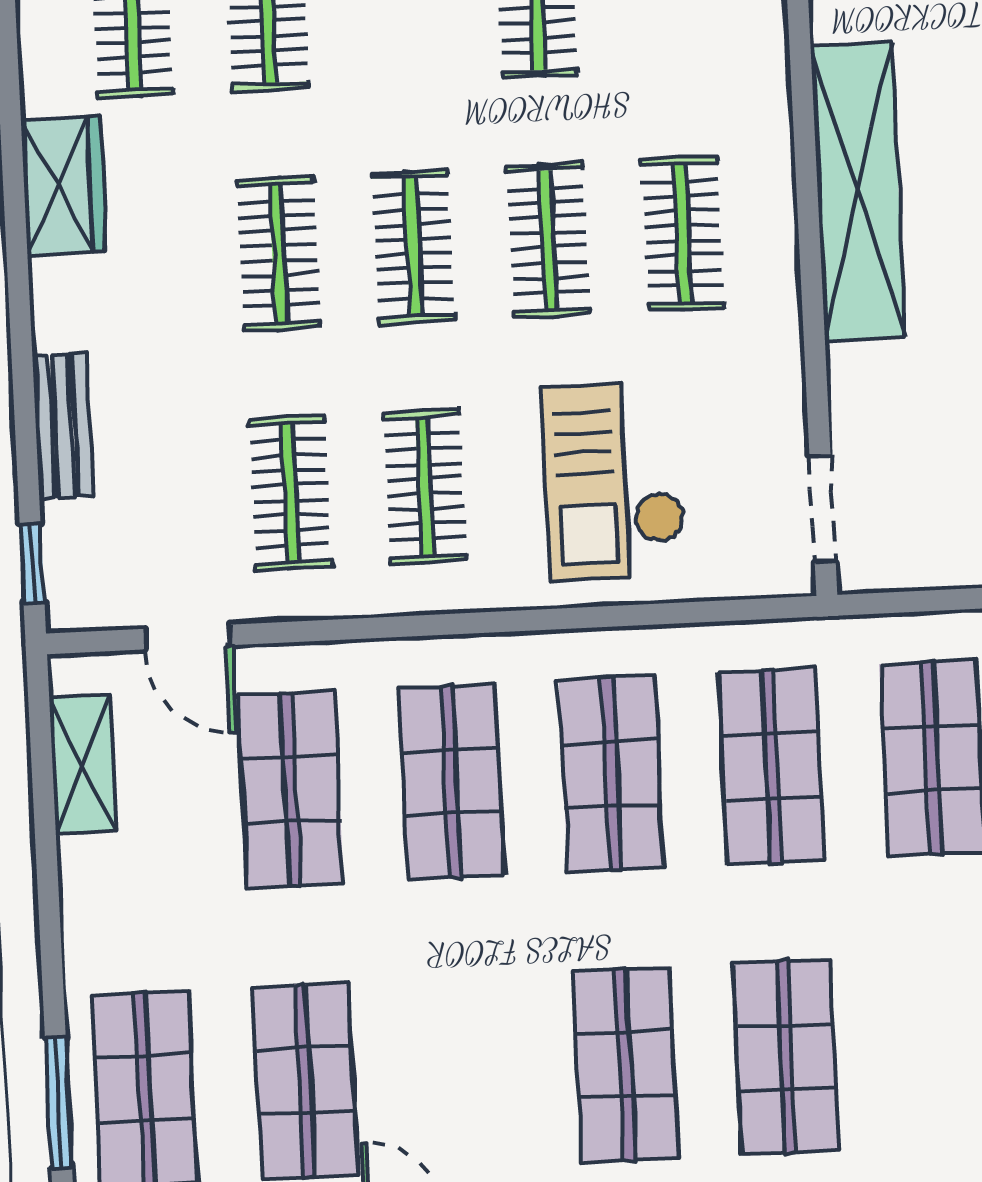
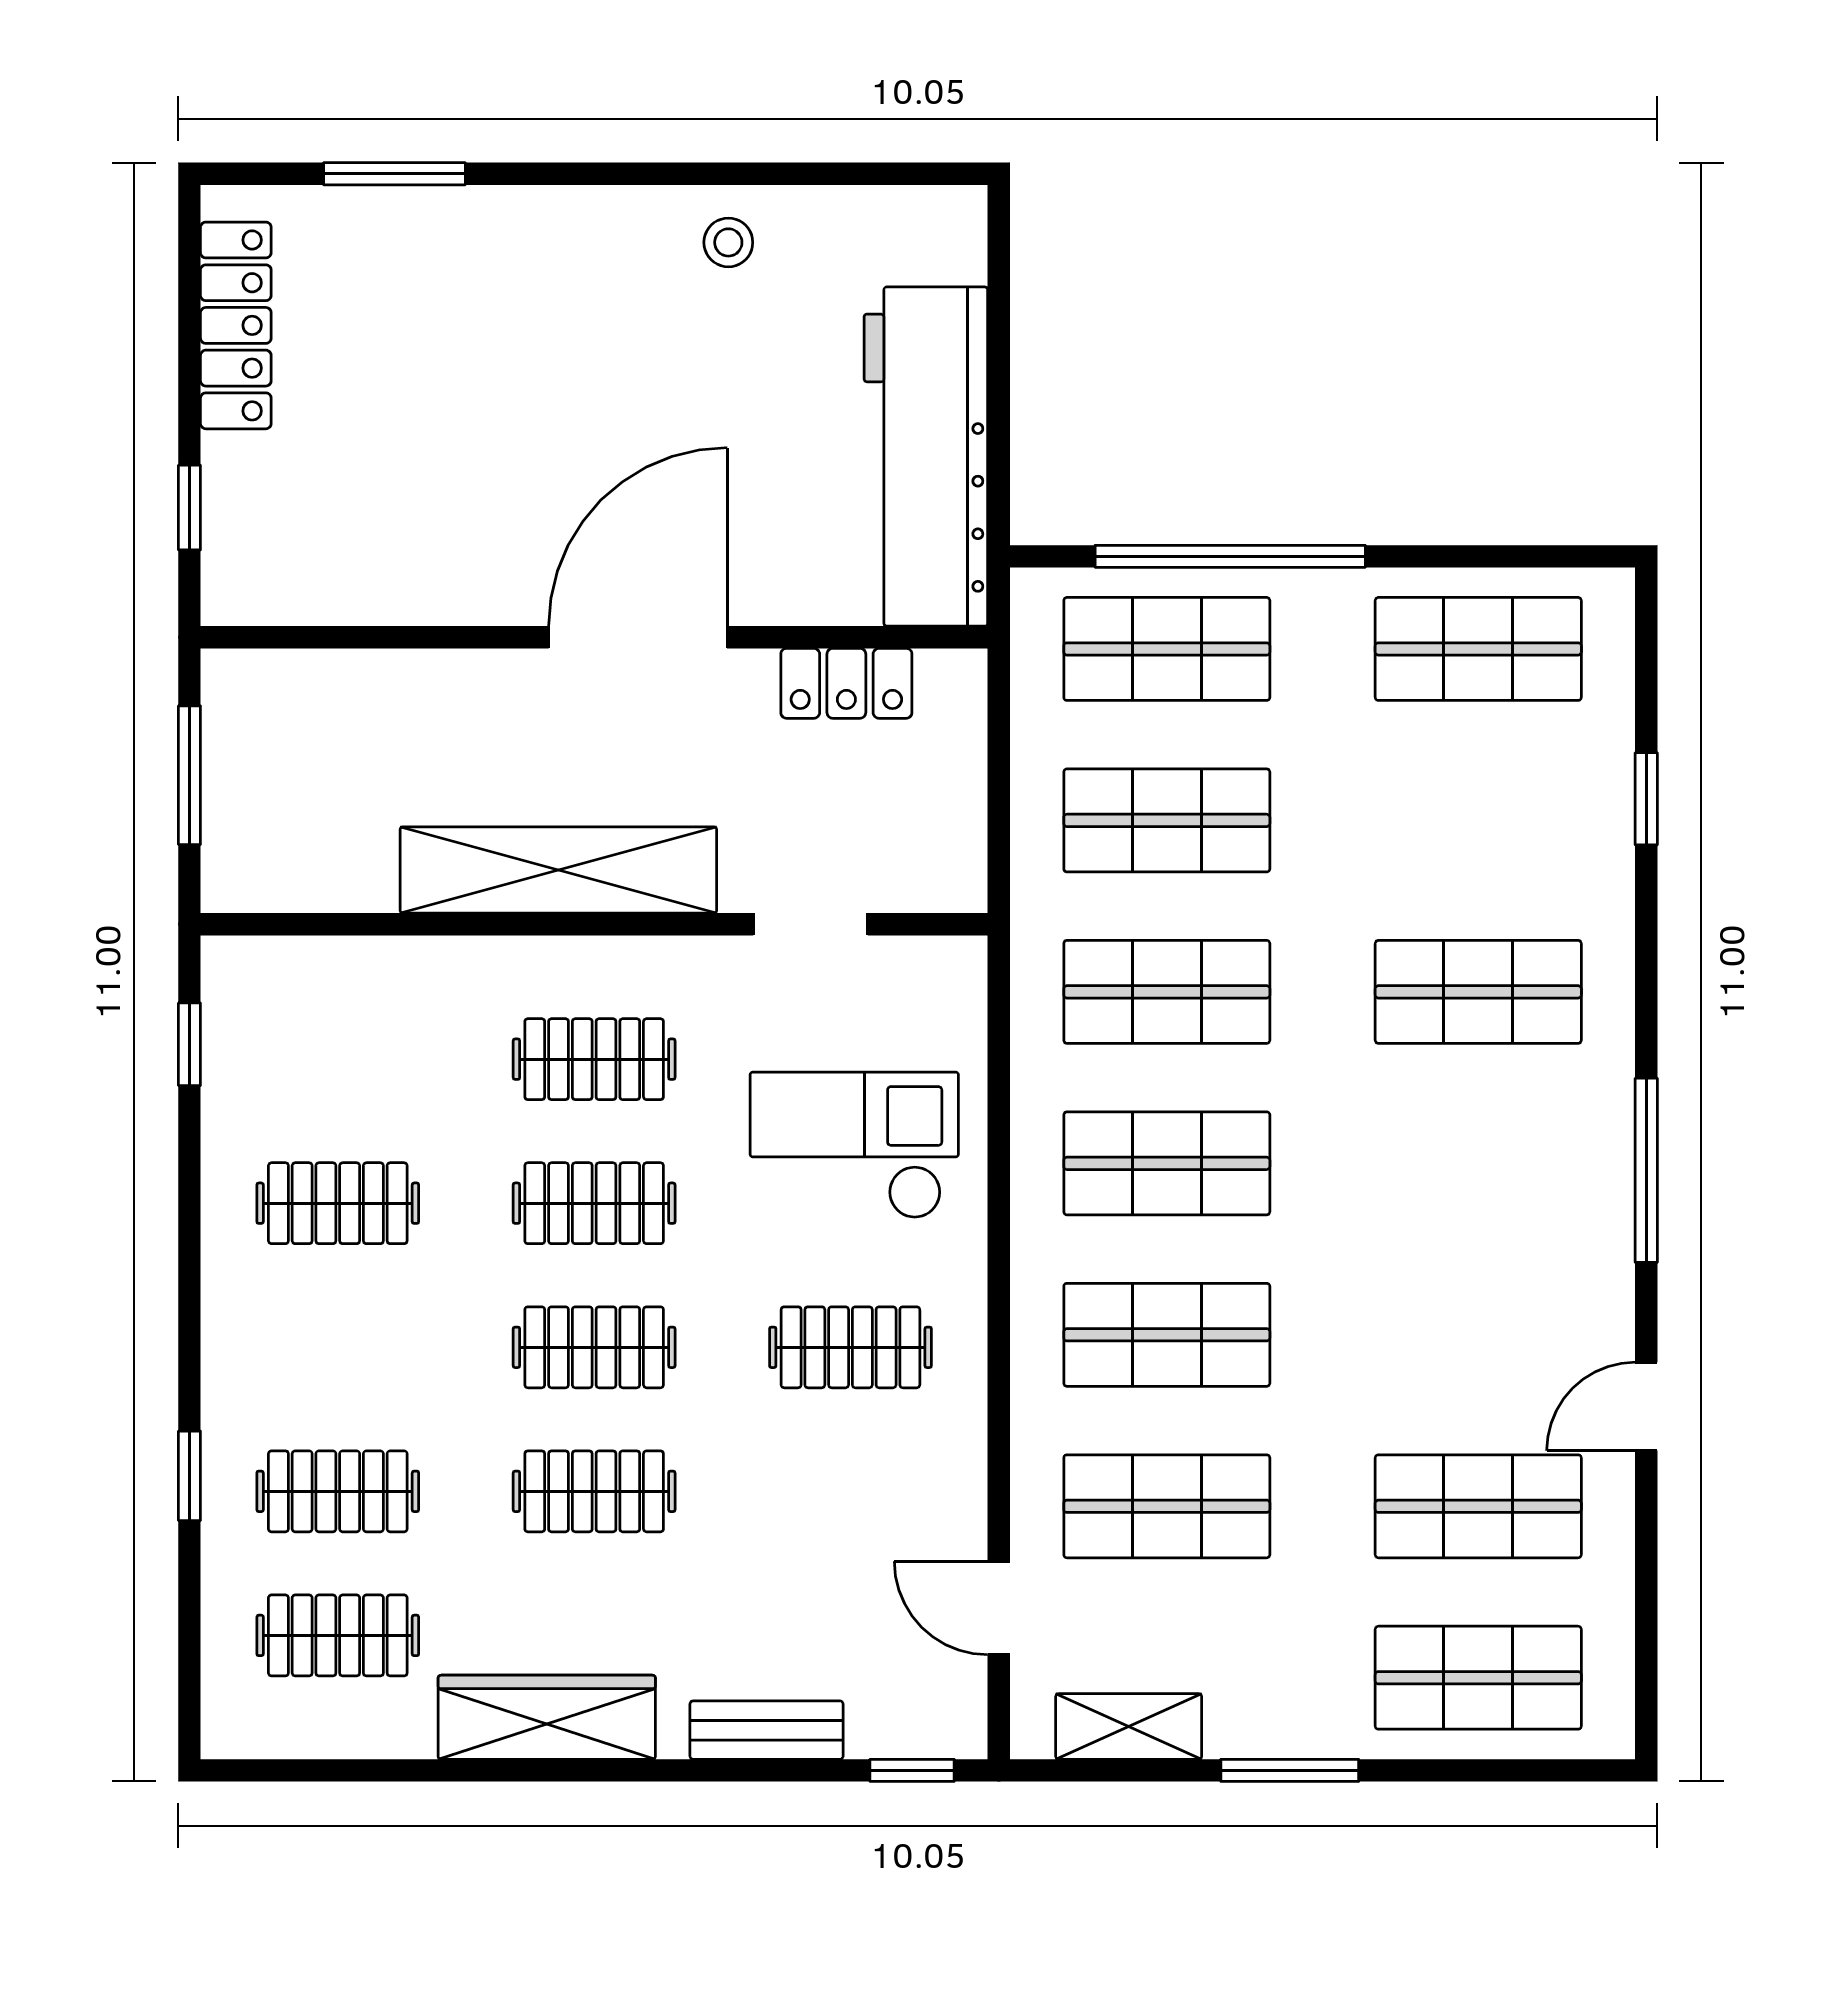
wardrobe: (63, 185) -> (547, 1717), width x1.50
checkout: (614, 481) -> (854, 1145), turned 180
clothes rail: (290, 493) -> (850, 1491), removed
doorway: (823, 509) -> (811, 924), moved
door: (188, 637) -> (999, 1608), swing flipped
shop shelf: (626, 1065) -> (1478, 1163), removed
window: (58, 1103) -> (1290, 1770), moved

